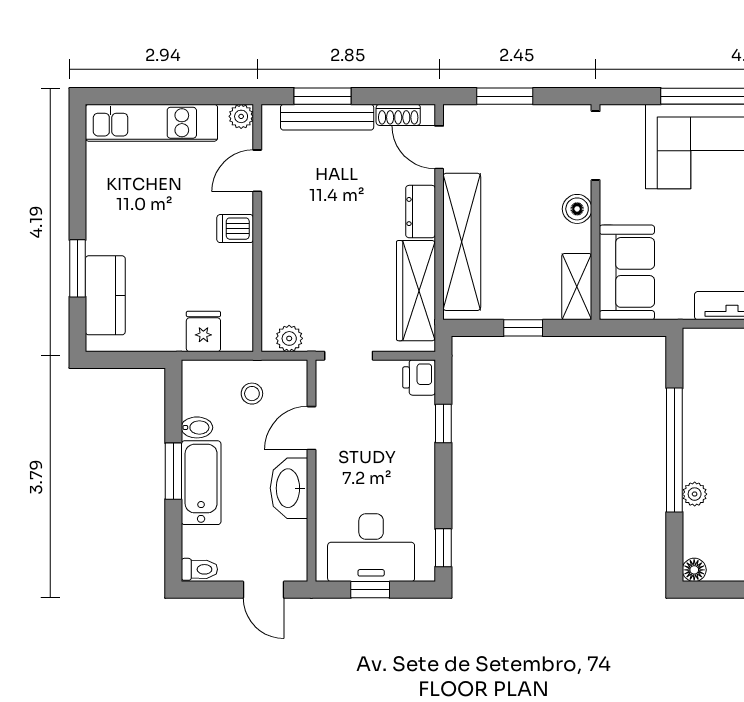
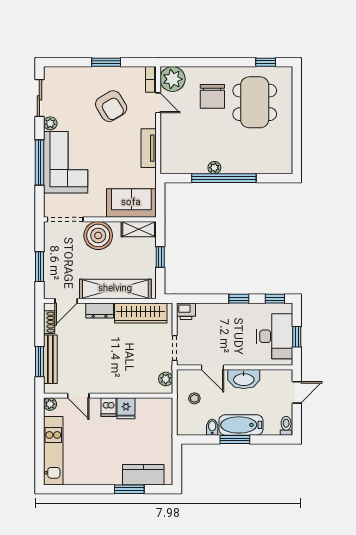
boiler: (577, 209) -> (98, 235), width x1.86, depth x1.86
fridge: (203, 331) -> (126, 408), moved, turned -90
window: (443, 424) -> (239, 299), moved
plant: (695, 494) -> (214, 168), moved
floor lamp: (694, 570) -> (286, 168), removed

